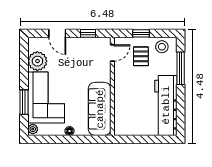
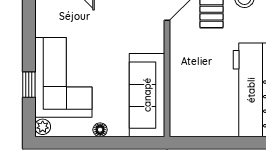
plant: (37, 61) -> (50, 21), removed
window: (24, 102) -> (29, 85), width x0.67

